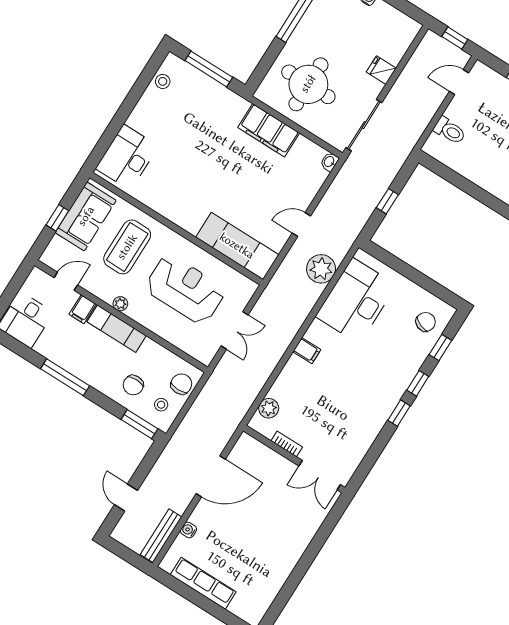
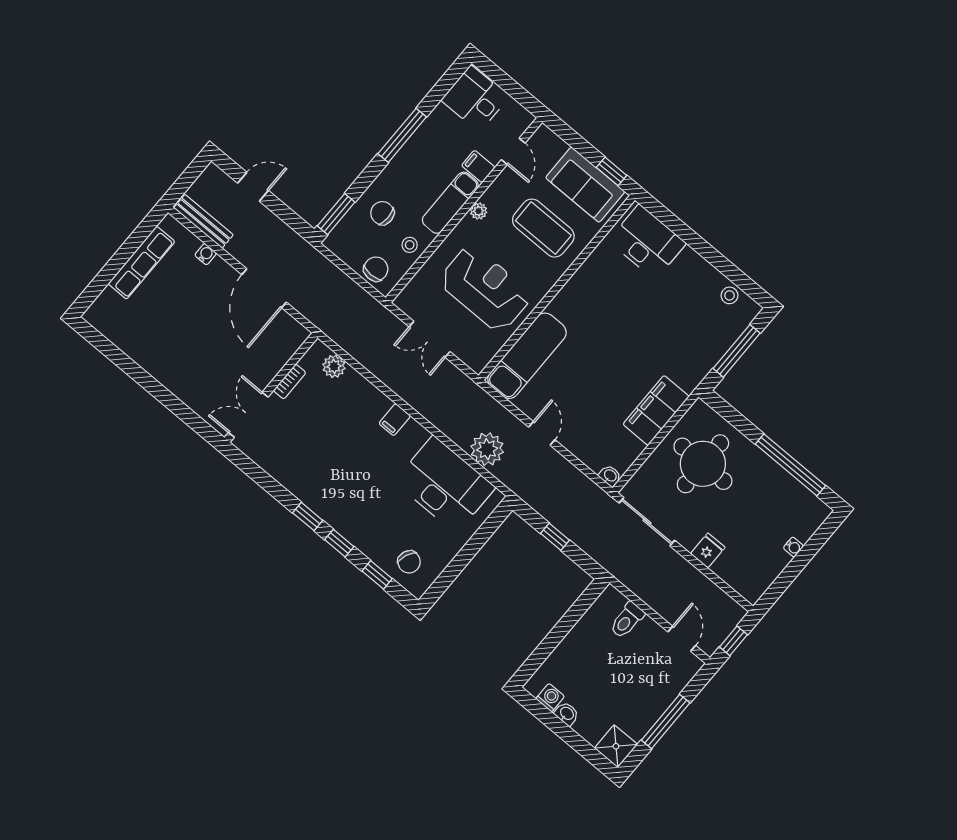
window: (57, 218) -> (612, 171), moved
reception desk: (185, 289) -> (485, 289), turned -90
chair: (181, 384) -> (376, 269), turned -90
stool: (161, 405) -> (410, 245), moved

